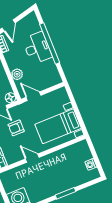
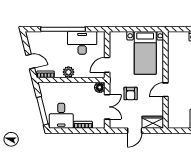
desk: (37, 48) -> (82, 43), moved
plant: (17, 74) -> (68, 72), moved

